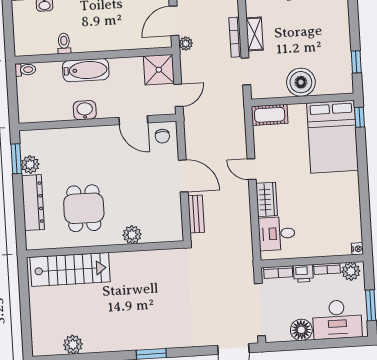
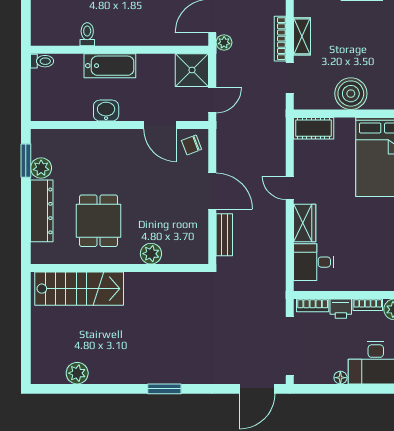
chair: (162, 136) -> (192, 145), turned 69
floor lamp: (301, 330) -> (340, 378), width x0.53, depth x0.53

